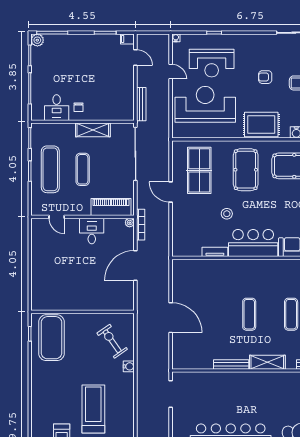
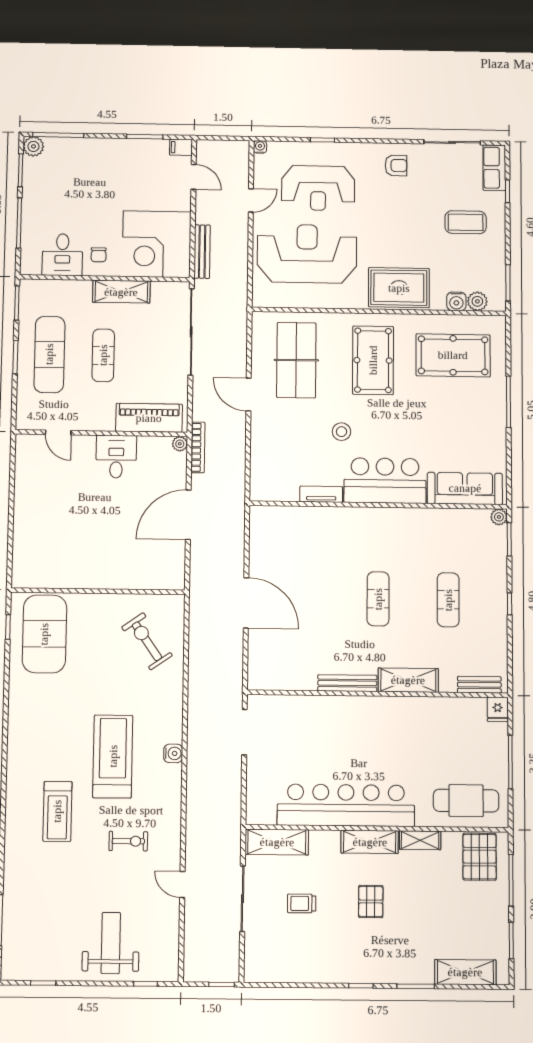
door: (171, 72) -> (251, 200), hinge flipped
armchair: (265, 77) -> (396, 165), moved, turned 180
corner desk: (114, 100) -> (157, 244), added
water cooler: (129, 366) -> (173, 753), moved

